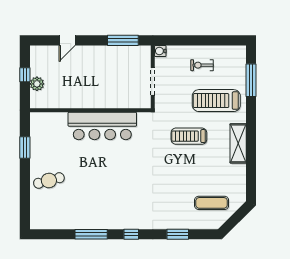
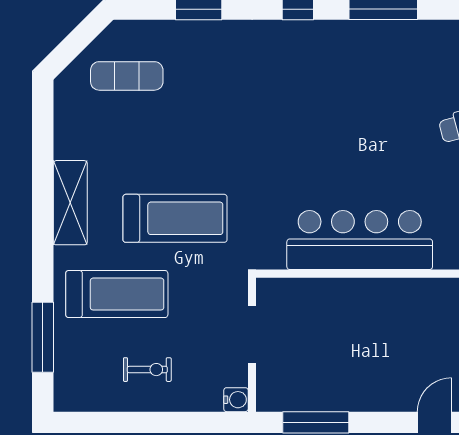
treadmill: (189, 136) -> (175, 218), width x1.37, depth x1.38

